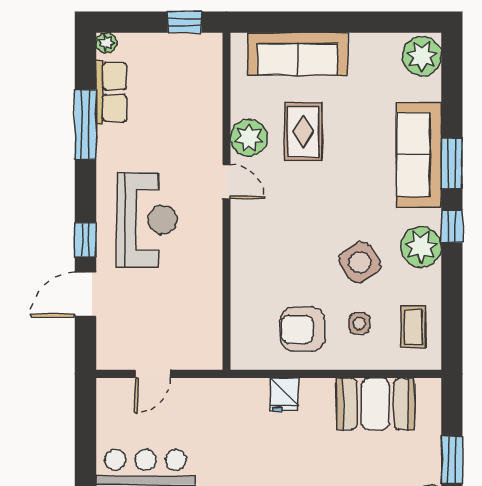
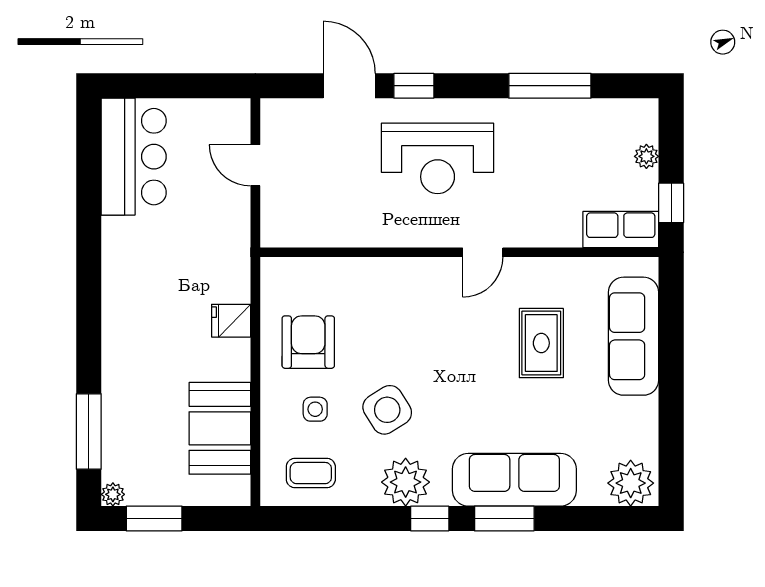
plant: (106, 43) -> (646, 156), moved
row of seats: (111, 92) -> (621, 230), moved, turned 180
rug: (303, 132) -> (541, 343), turned 90
plant: (249, 138) -> (534, 279), removed

